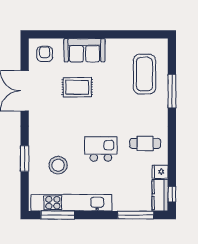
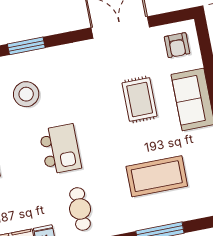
armchair: (45, 54) -> (177, 45), turned 90
coffee table: (144, 74) -> (157, 176), moved

